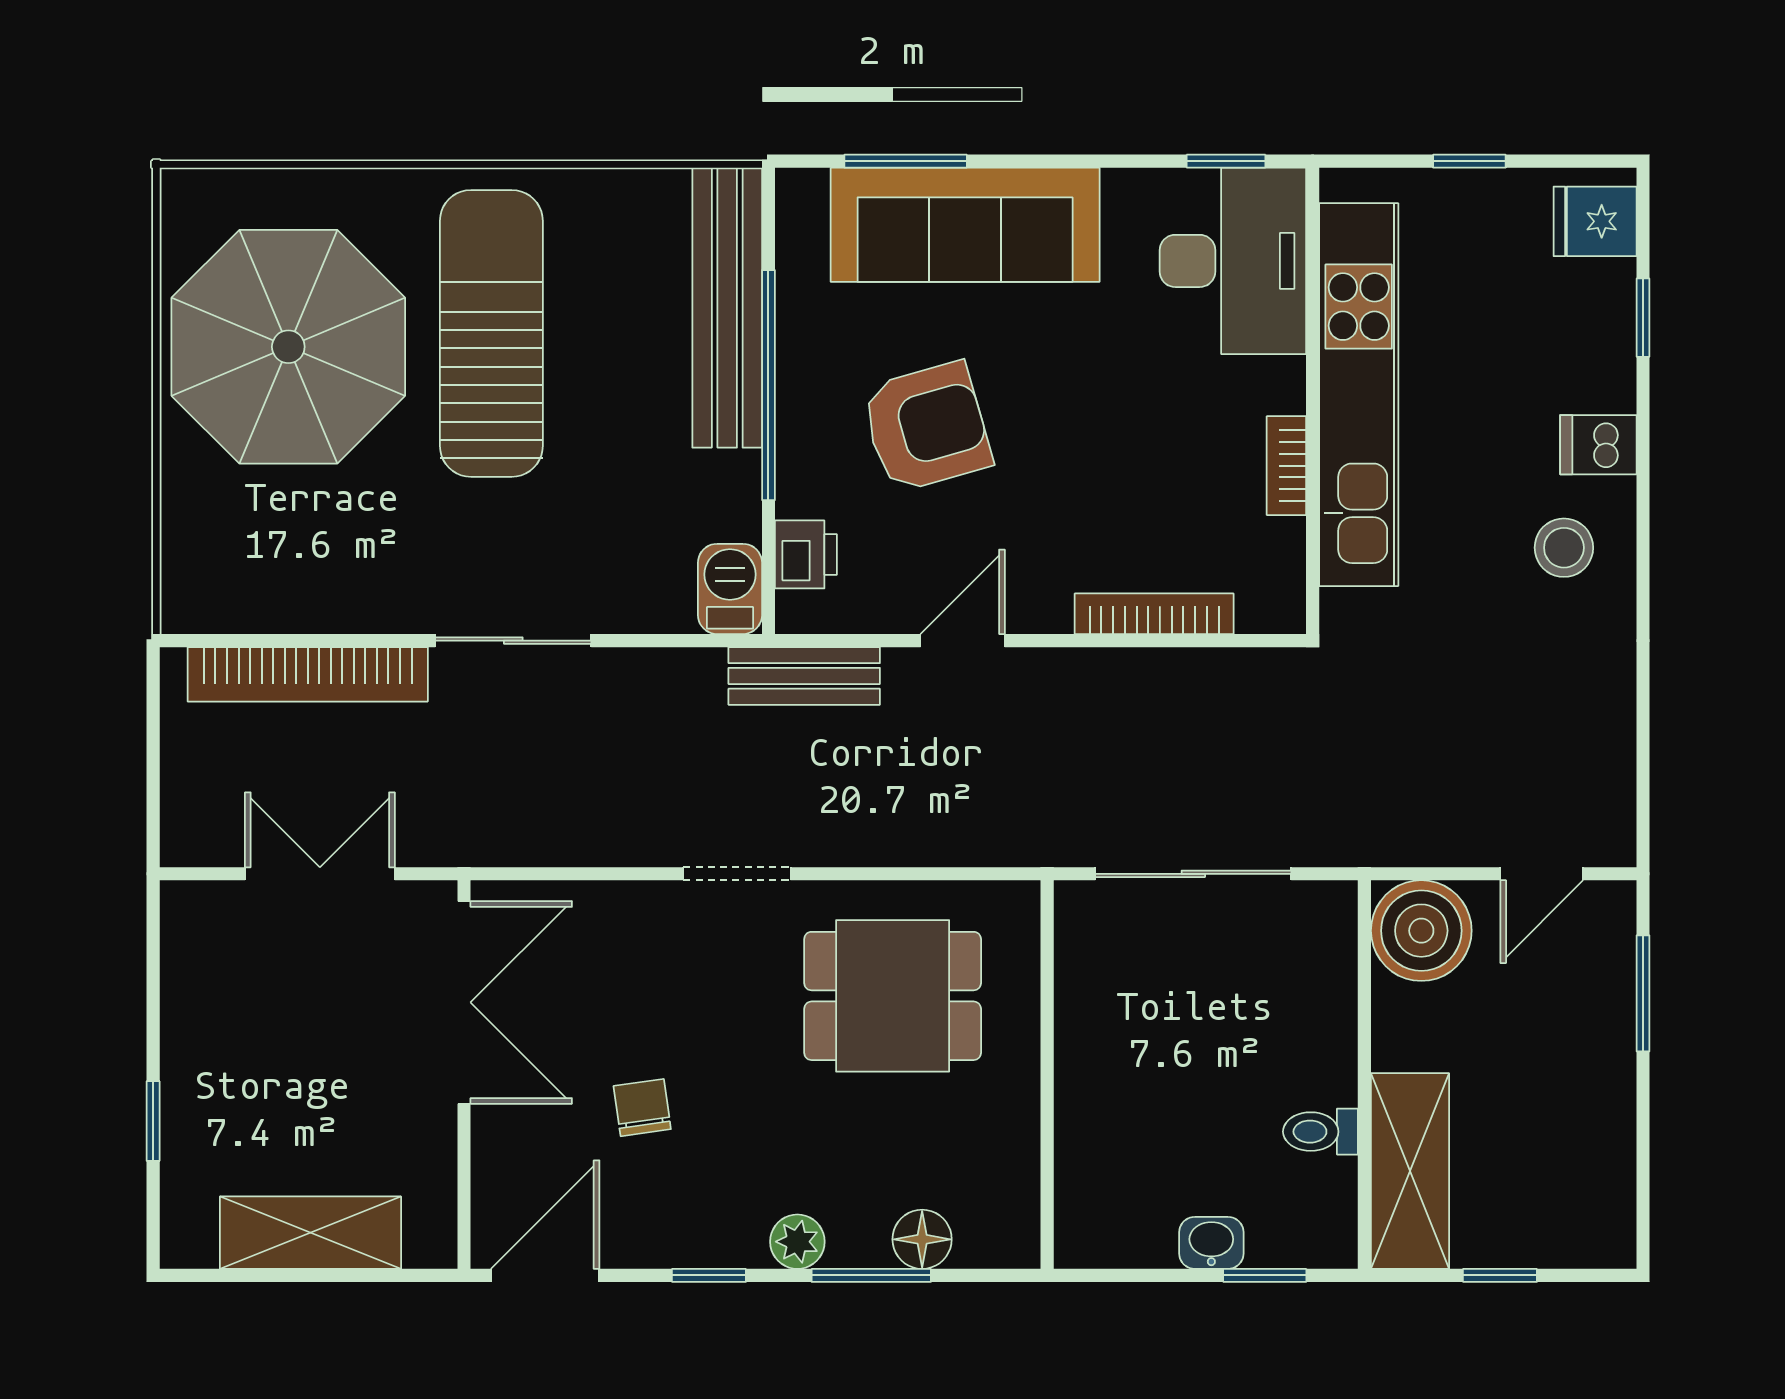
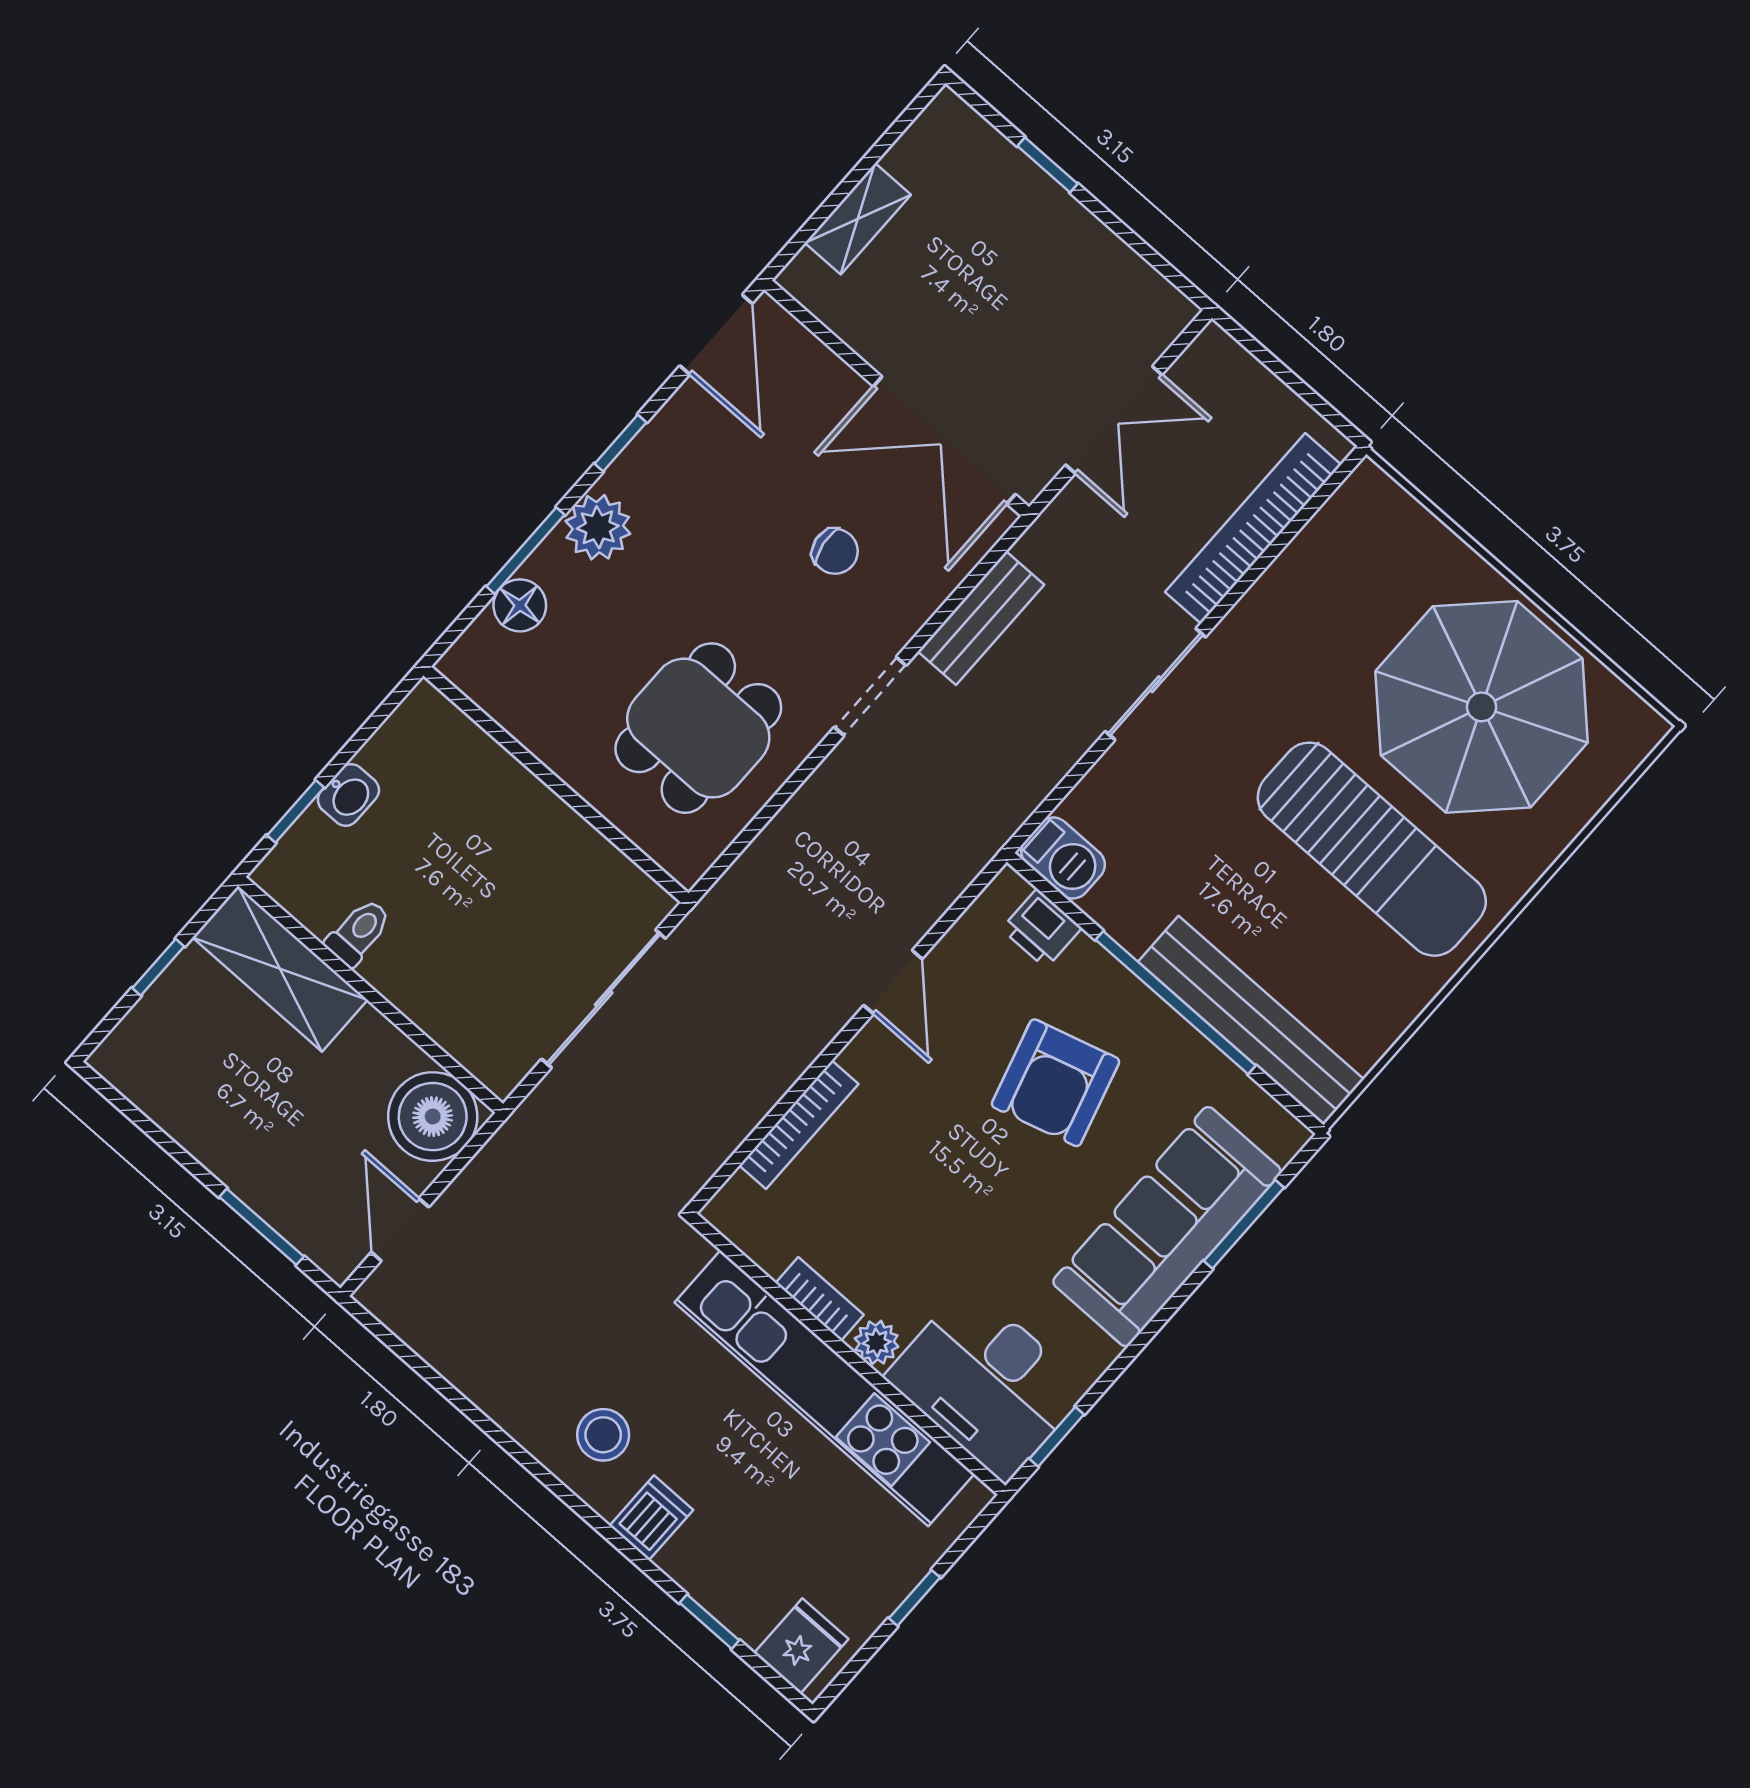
plant: (1281, 385) -> (877, 1343), added
bench: (804, 676) -> (981, 618), moved
chair: (642, 1108) -> (835, 551), moved
shelving: (310, 1233) -> (858, 219), width x0.67, depth x0.75
plant: (797, 1242) -> (598, 527), width x1.38, depth x1.38

